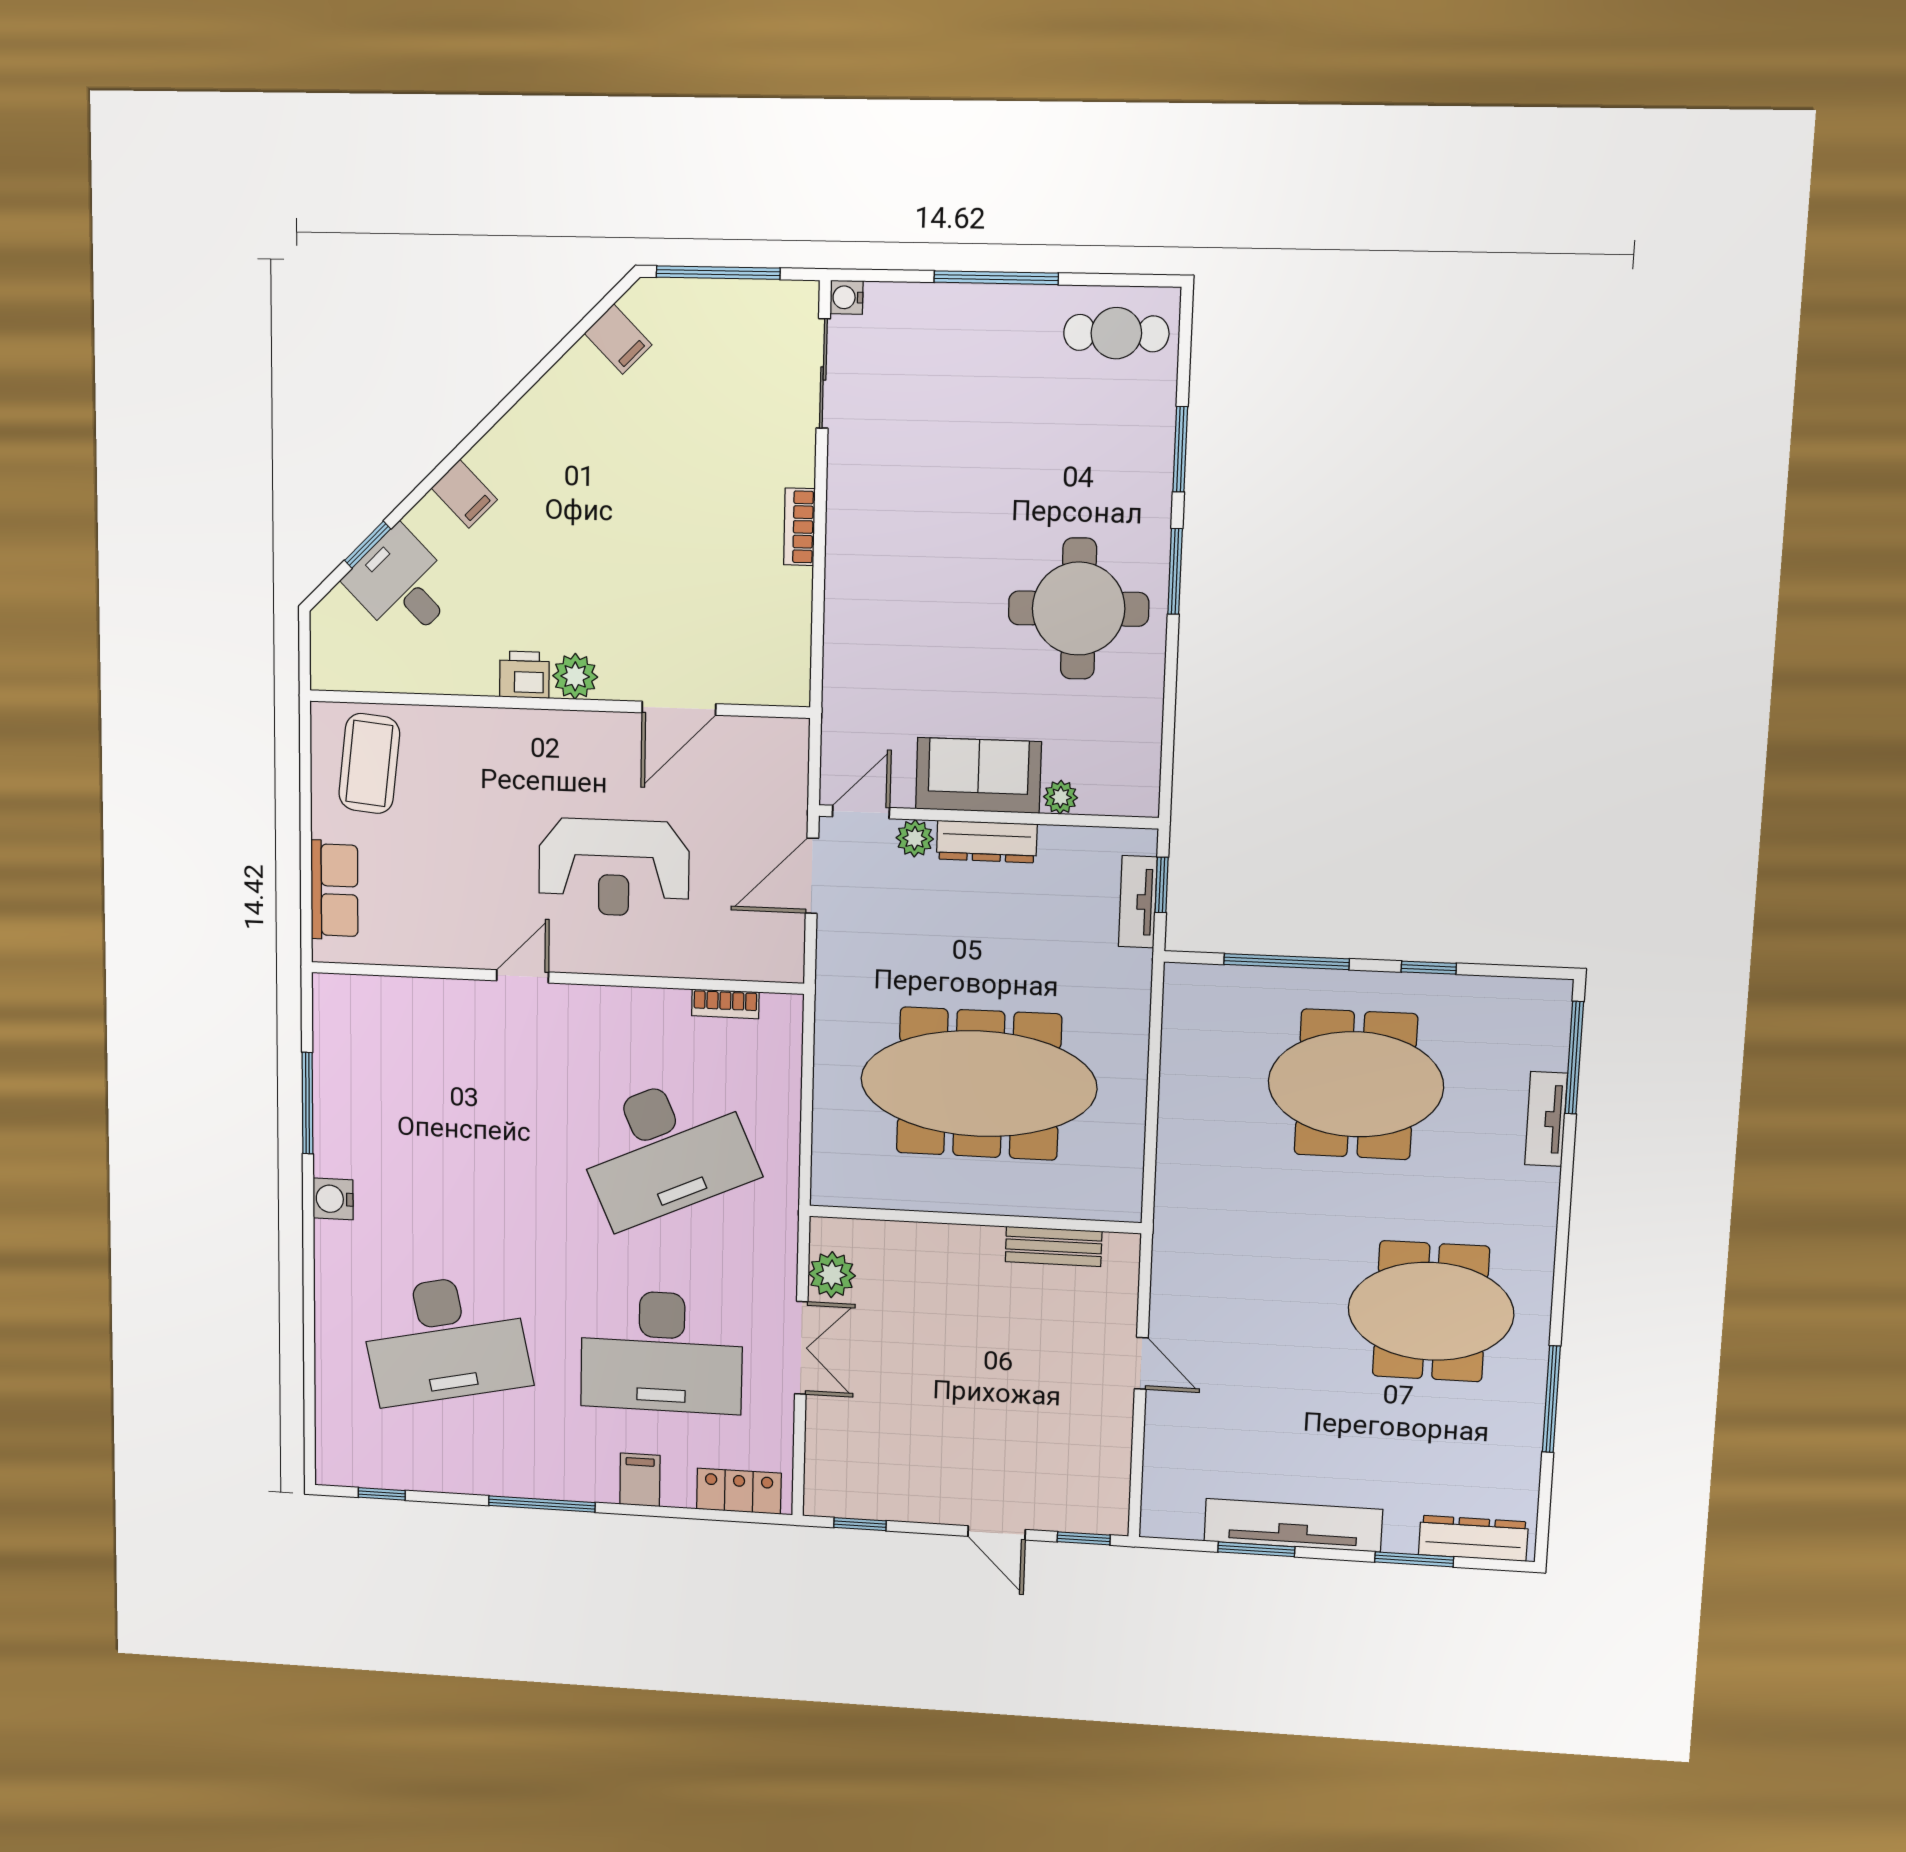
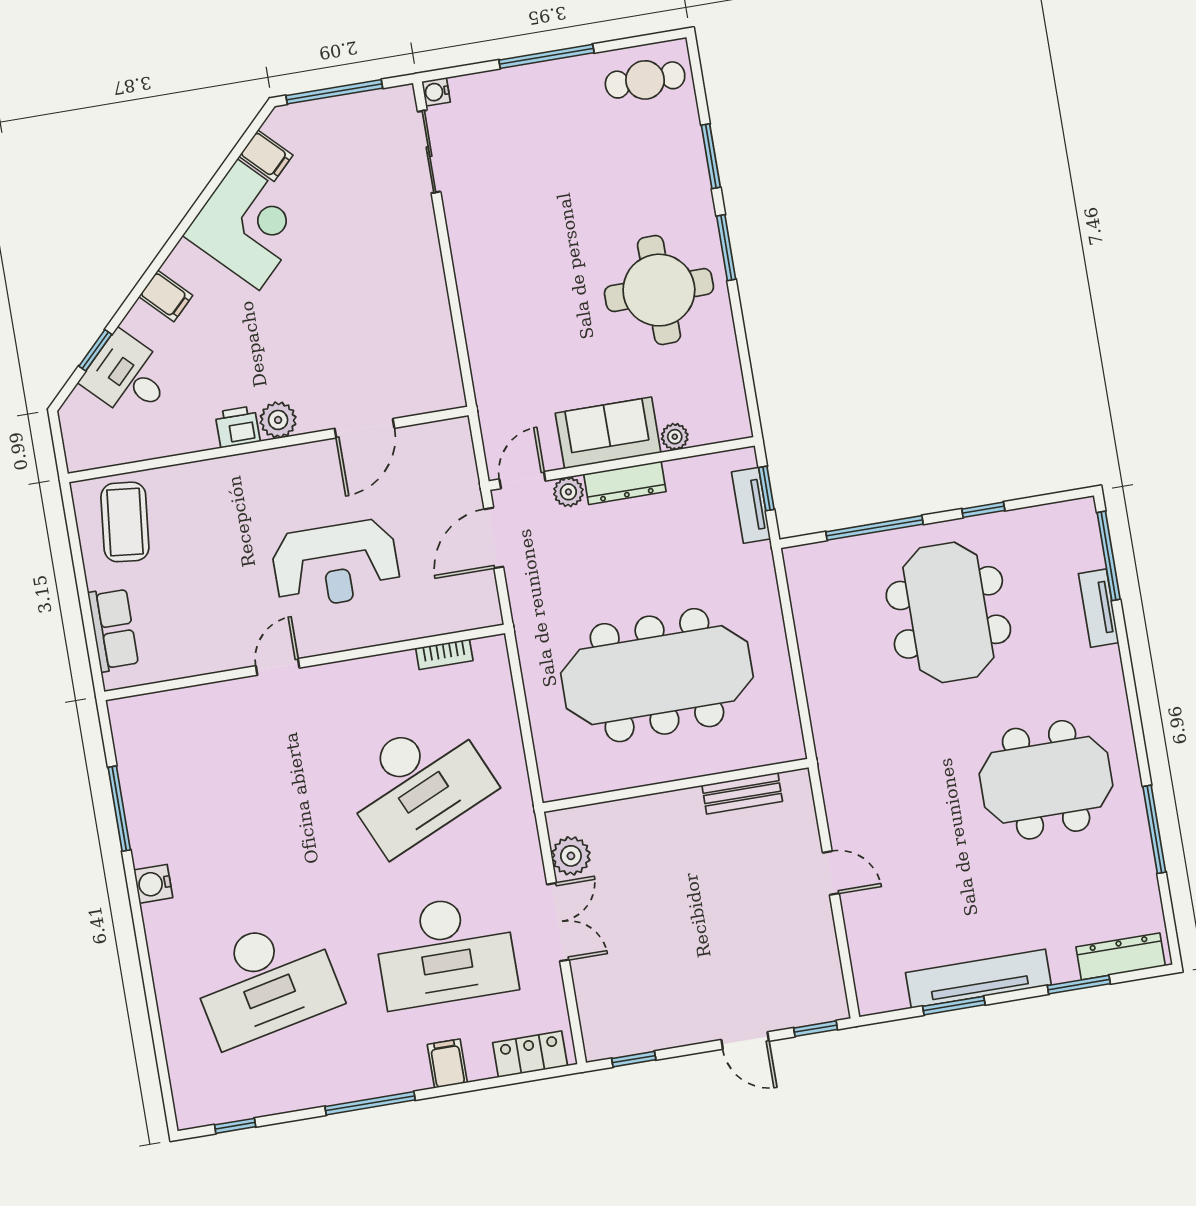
corner desk: (581, 423) -> (248, 225), added
bookcase: (799, 527) -> (433, 270), removed
meeting table: (1356, 1084) -> (948, 612), turned 90

